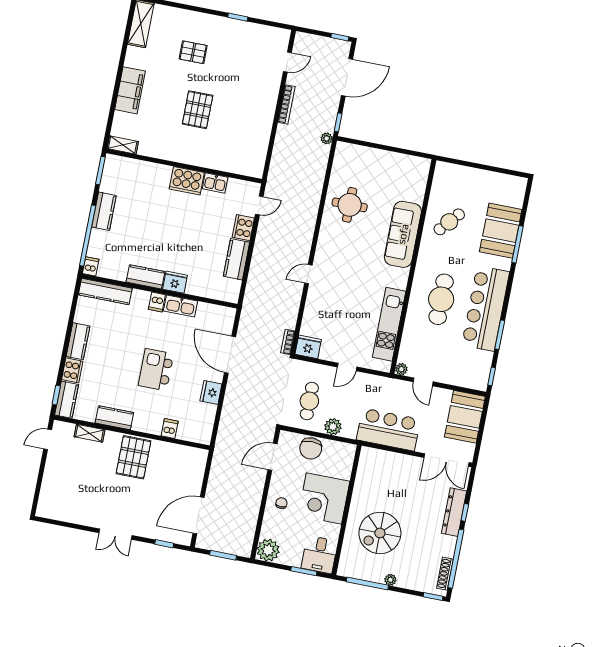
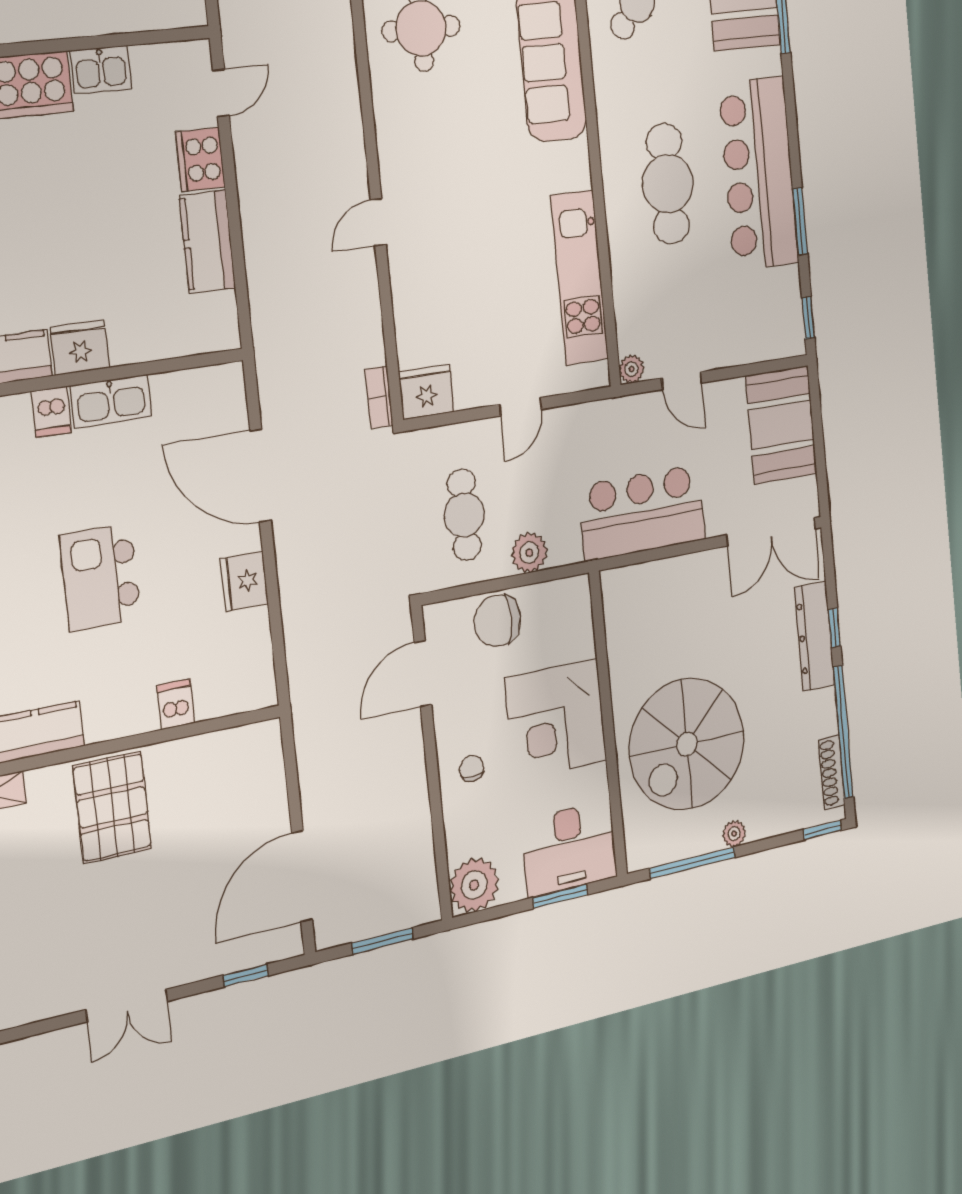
chair: (311, 448) -> (497, 621), turned 90
spiral stairs: (380, 533) -> (687, 744), width x1.37, depth x1.37
desk: (319, 555) -> (569, 849), width x1.37

